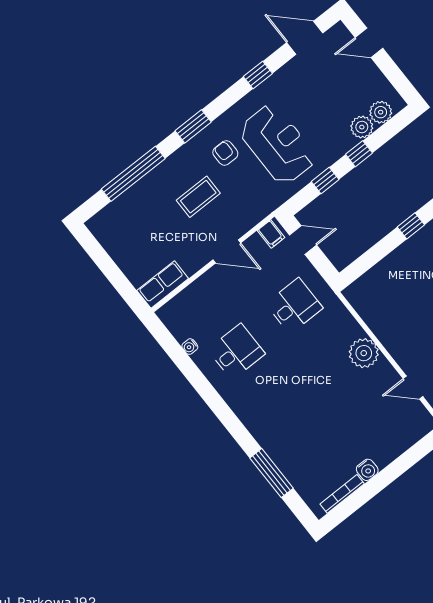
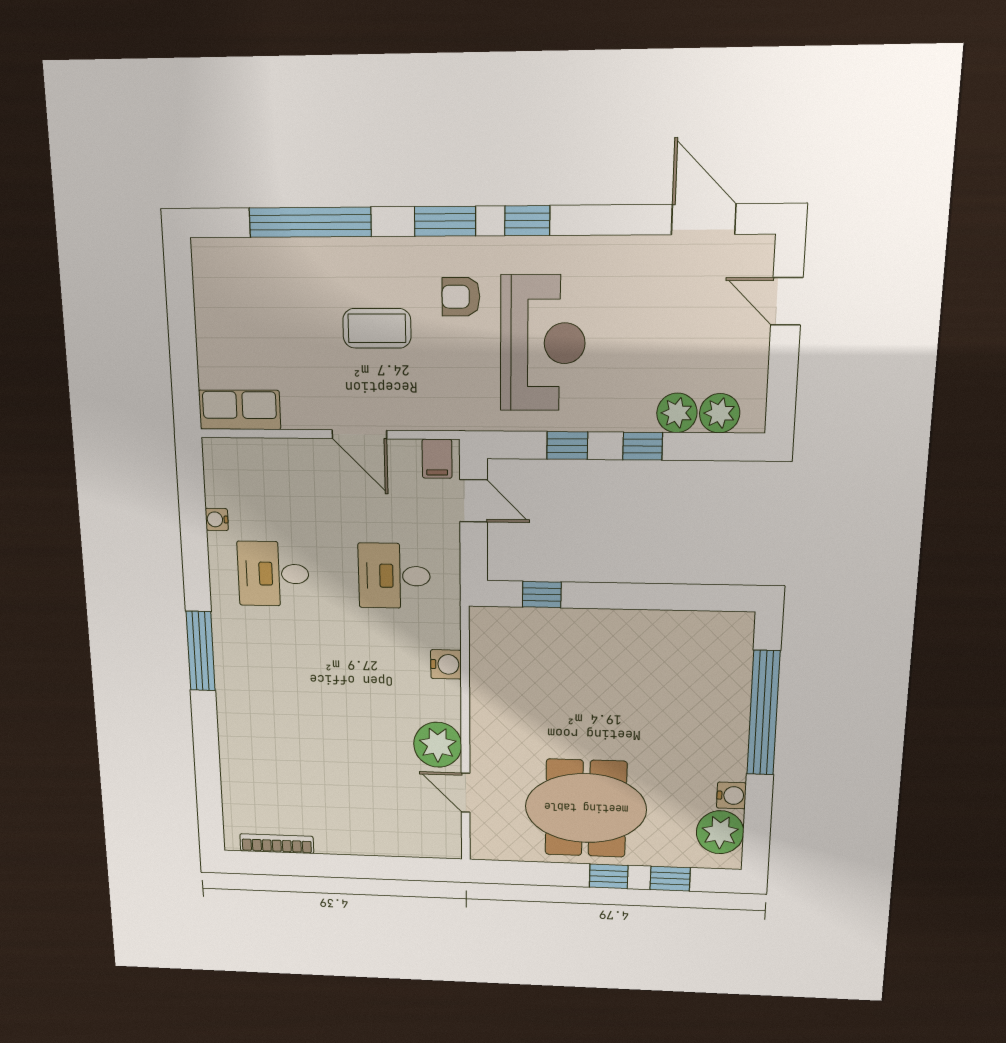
window: (258, 75) -> (527, 221), moved
armchair: (225, 153) -> (461, 297), turned -90
window: (411, 226) -> (542, 595), moved
desk: (294, 306) -> (394, 576), turned 180
desk: (236, 352) -> (273, 574), turned 180
plant: (364, 353) -> (438, 745), moved
water cooler: (367, 470) -> (446, 664), moved, turned -90
window: (271, 473) -> (201, 651), moved

